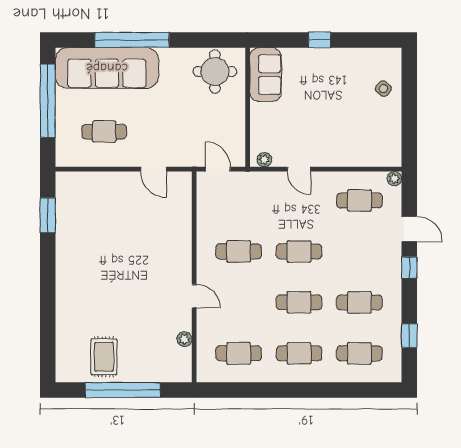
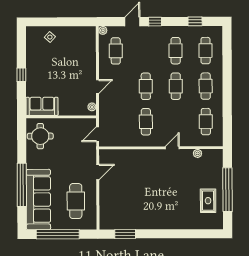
cafe table: (104, 132) -> (76, 201), width x1.37, depth x1.35
rug: (104, 357) -> (208, 201), turned 90

